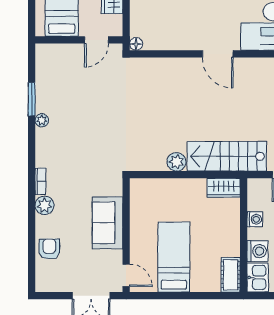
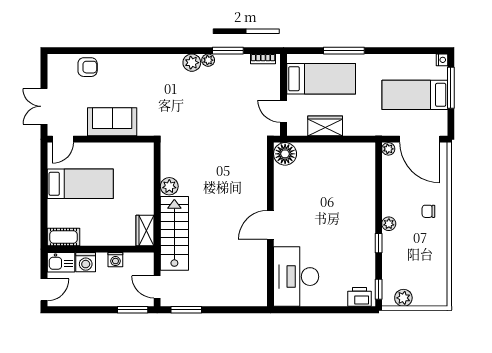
floor lamp: (136, 44) -> (285, 154), width x1.89, depth x1.89
bookcase: (40, 181) -> (263, 59), moved
plant: (45, 205) -> (192, 63), moved

